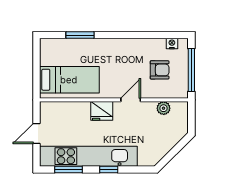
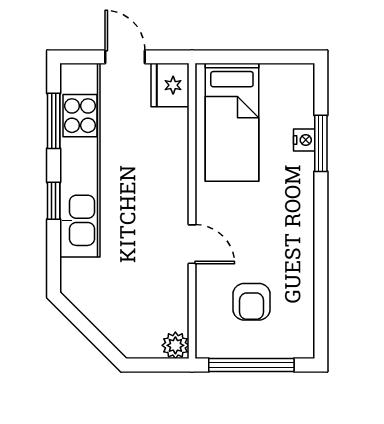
nightstand: (172, 43) -> (304, 140), moved
plant: (164, 108) -> (175, 345), moved
fridge: (102, 111) -> (170, 85), moved

